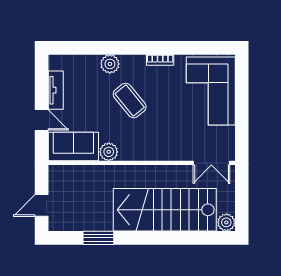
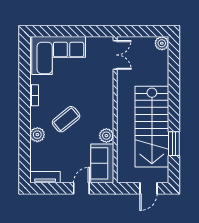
tv unit: (56, 90) -> (45, 177), moved
door: (42, 206) -> (149, 188), hinge flipped
stairs: (165, 210) -> (152, 127), moved

